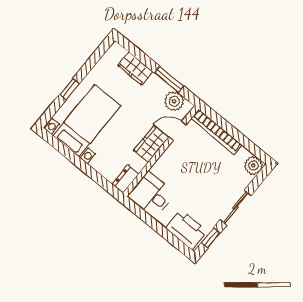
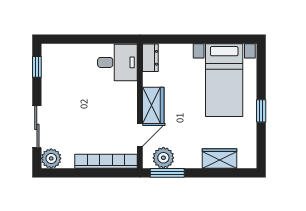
window: (169, 79) -> (167, 173), moved
window: (69, 89) -> (261, 111), moved
sliding door: (236, 208) -> (37, 127), moved
printer: (186, 230) -> (63, 57), removed

